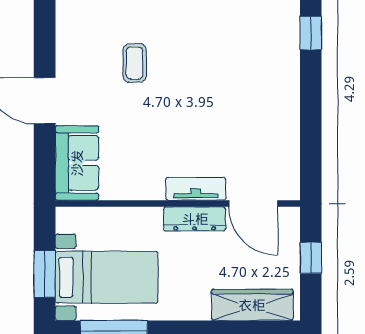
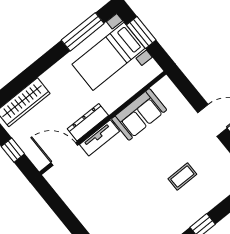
coffee table: (134, 63) -> (182, 177), turned 90
sofa: (77, 163) -> (139, 114), moved, turned -90

